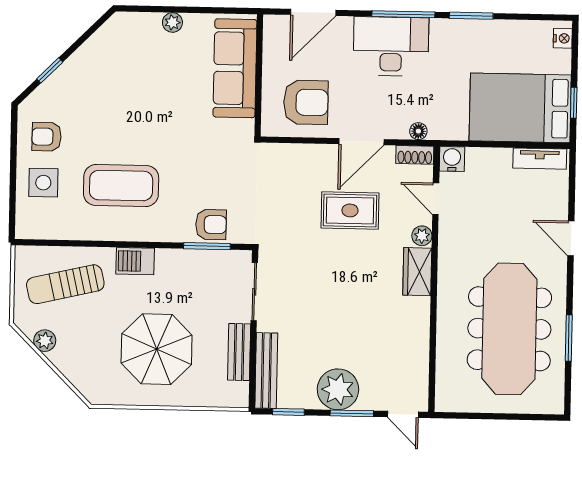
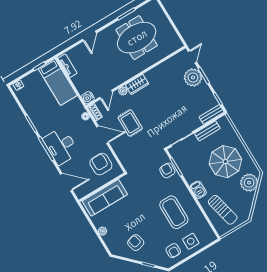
armchair: (109, 73) -> (136, 243), added
bed: (520, 108) -> (58, 82), width x0.67
meeting table: (509, 329) -> (137, 38), width x0.73
plant: (45, 341) -> (249, 183), moved, width x1.87, depth x1.87
bench: (266, 371) -> (212, 114), width x0.73
plant: (338, 389) -> (193, 77), moved

